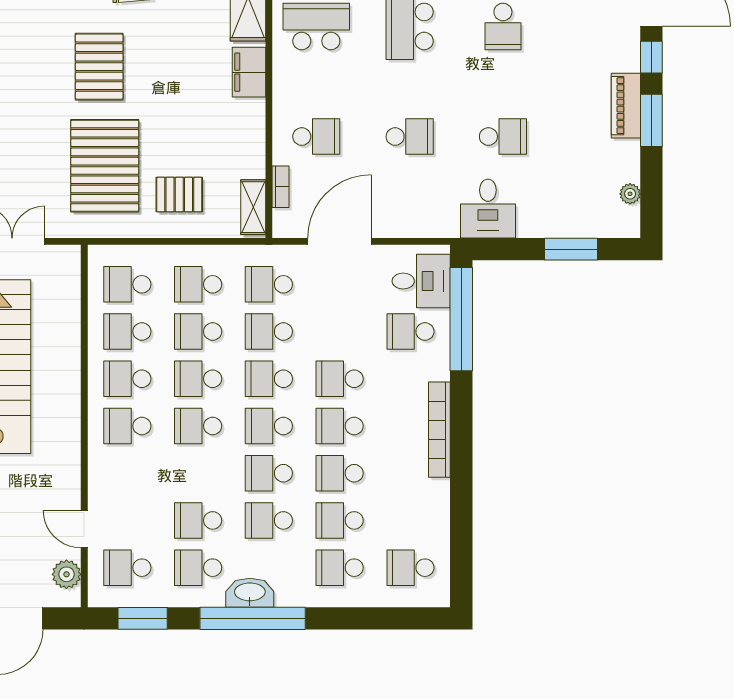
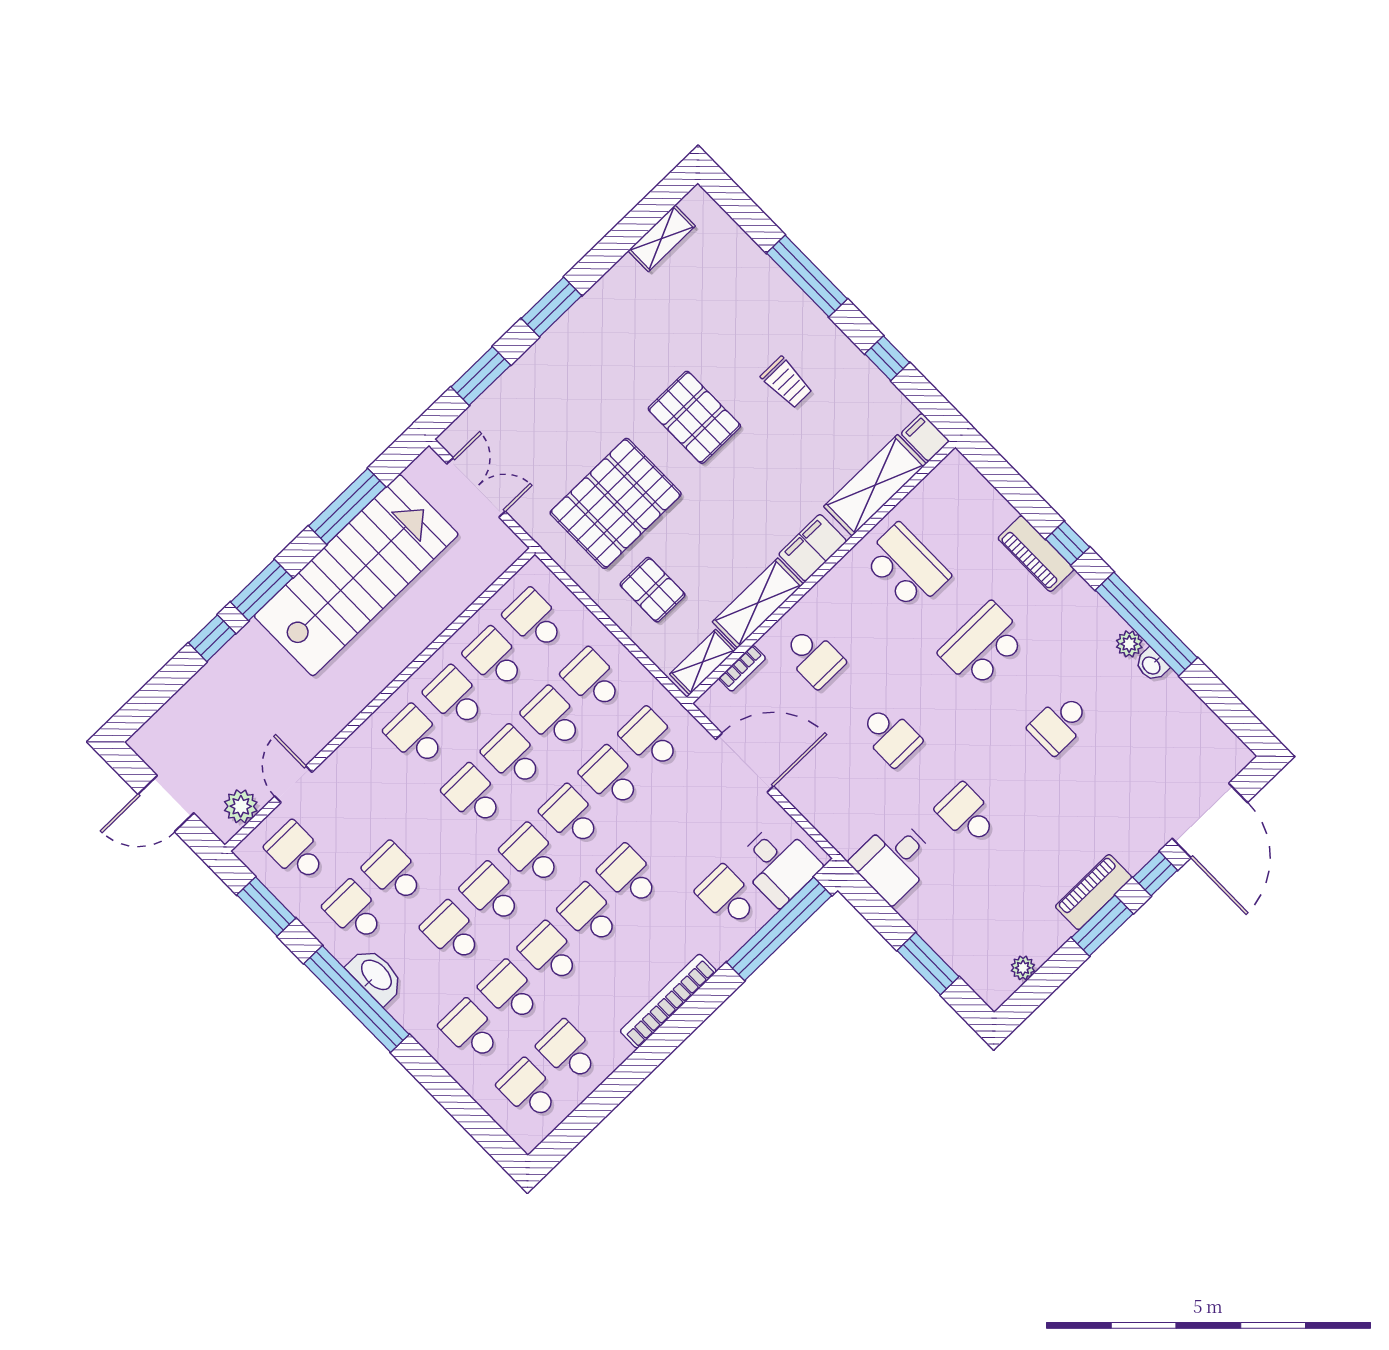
pallet: (99, 67) -> (694, 417), turned 90
school desk: (503, 137) -> (967, 814), turned 180
shelving: (250, 138) -> (758, 603), added
school desk: (410, 520) -> (568, 1051), added

